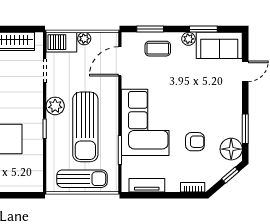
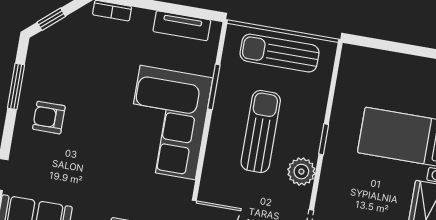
sun lounger: (85, 127) -> (261, 132), width x0.73, depth x0.75
armchair: (195, 142) -> (49, 118), moved
floor lamp: (231, 149) -> (43, 59), removed

